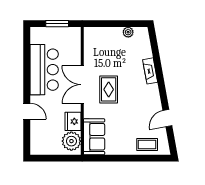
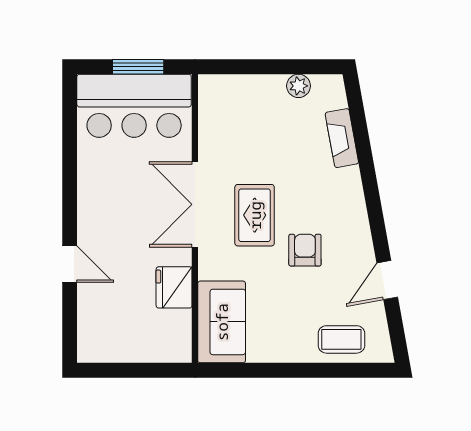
bar counter: (44, 70) -> (134, 106), moved, turned 90
fireplace: (150, 71) -> (342, 138), moved
armchair: (131, 105) -> (305, 250), added
plant: (71, 141) -> (171, 332), removed

